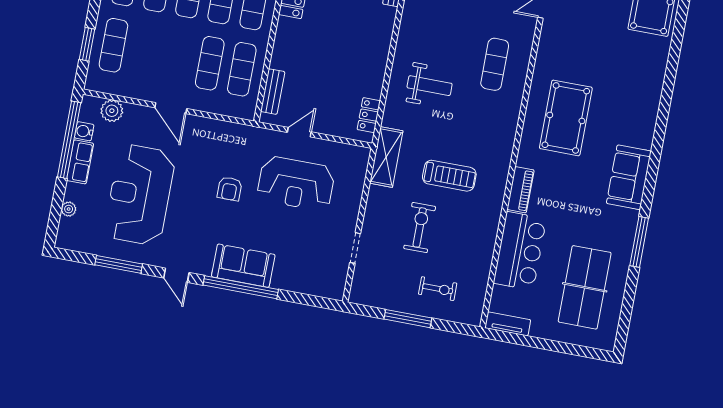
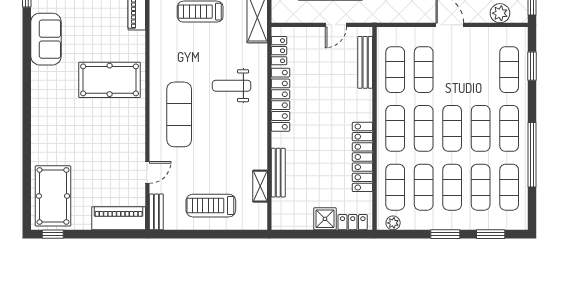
locker: (377, 60) -> (281, 100), added
exercise mat: (495, 64) -> (179, 114), width x1.36, depth x1.45
bench: (273, 92) -> (365, 62), width x1.36
pool table: (566, 118) -> (110, 80), turned 90

